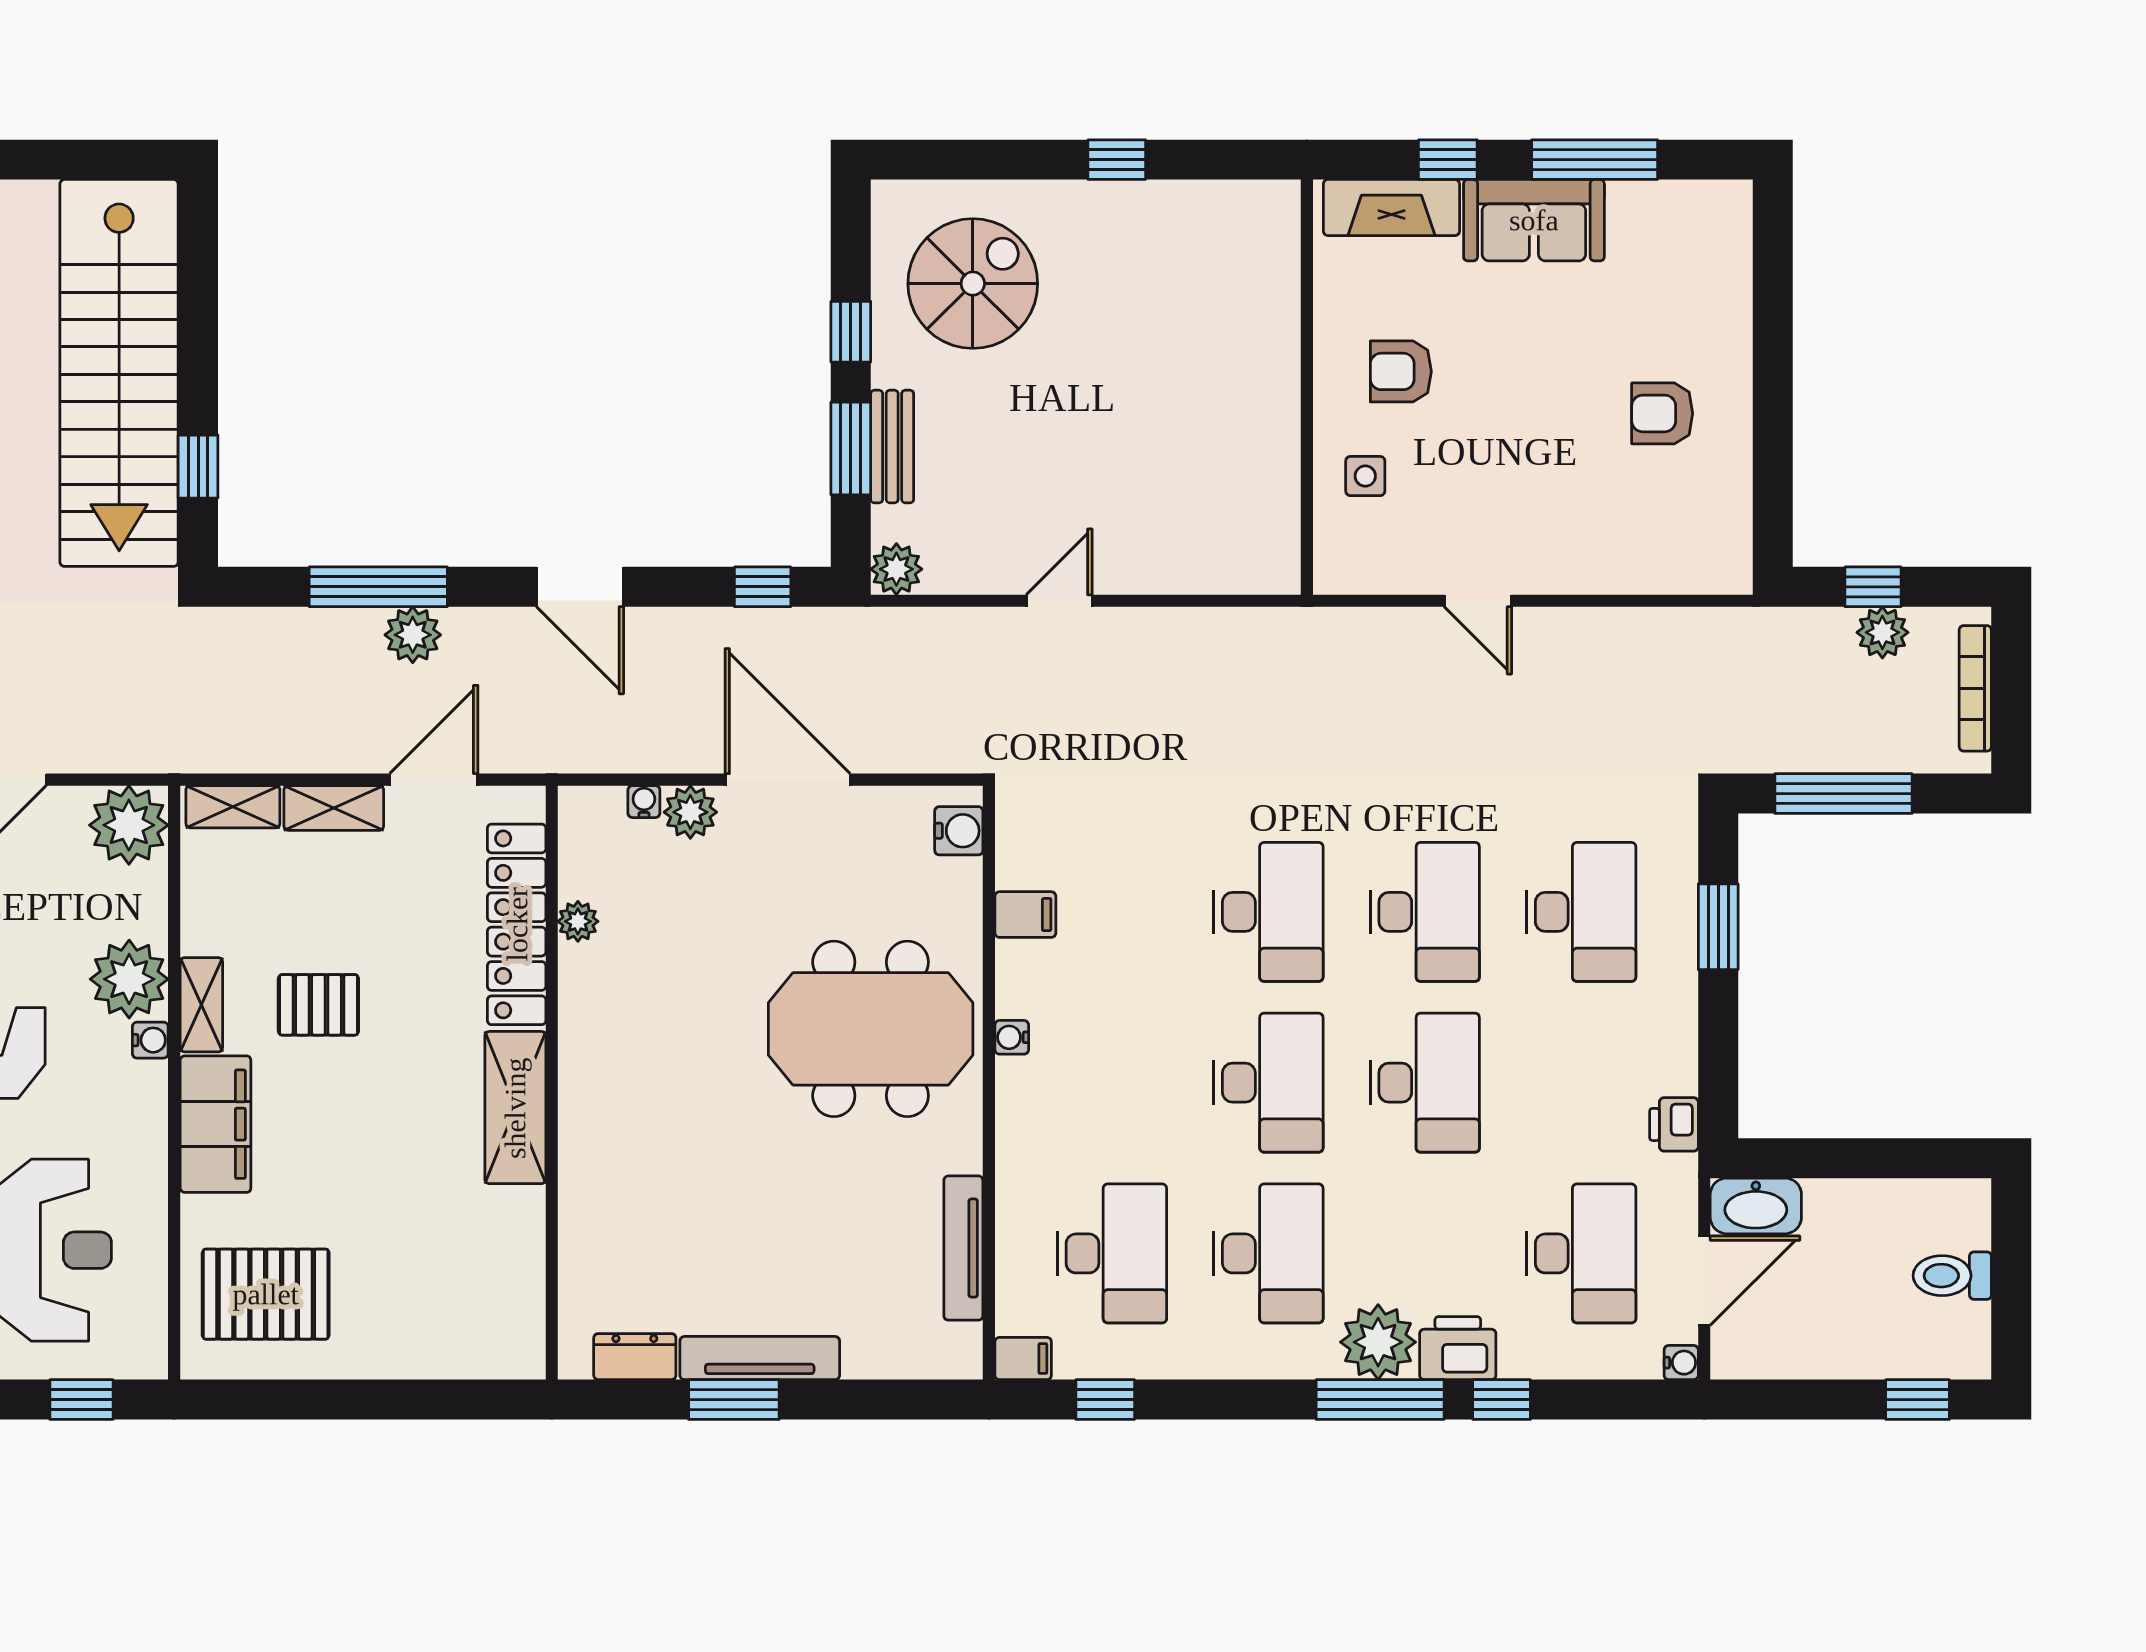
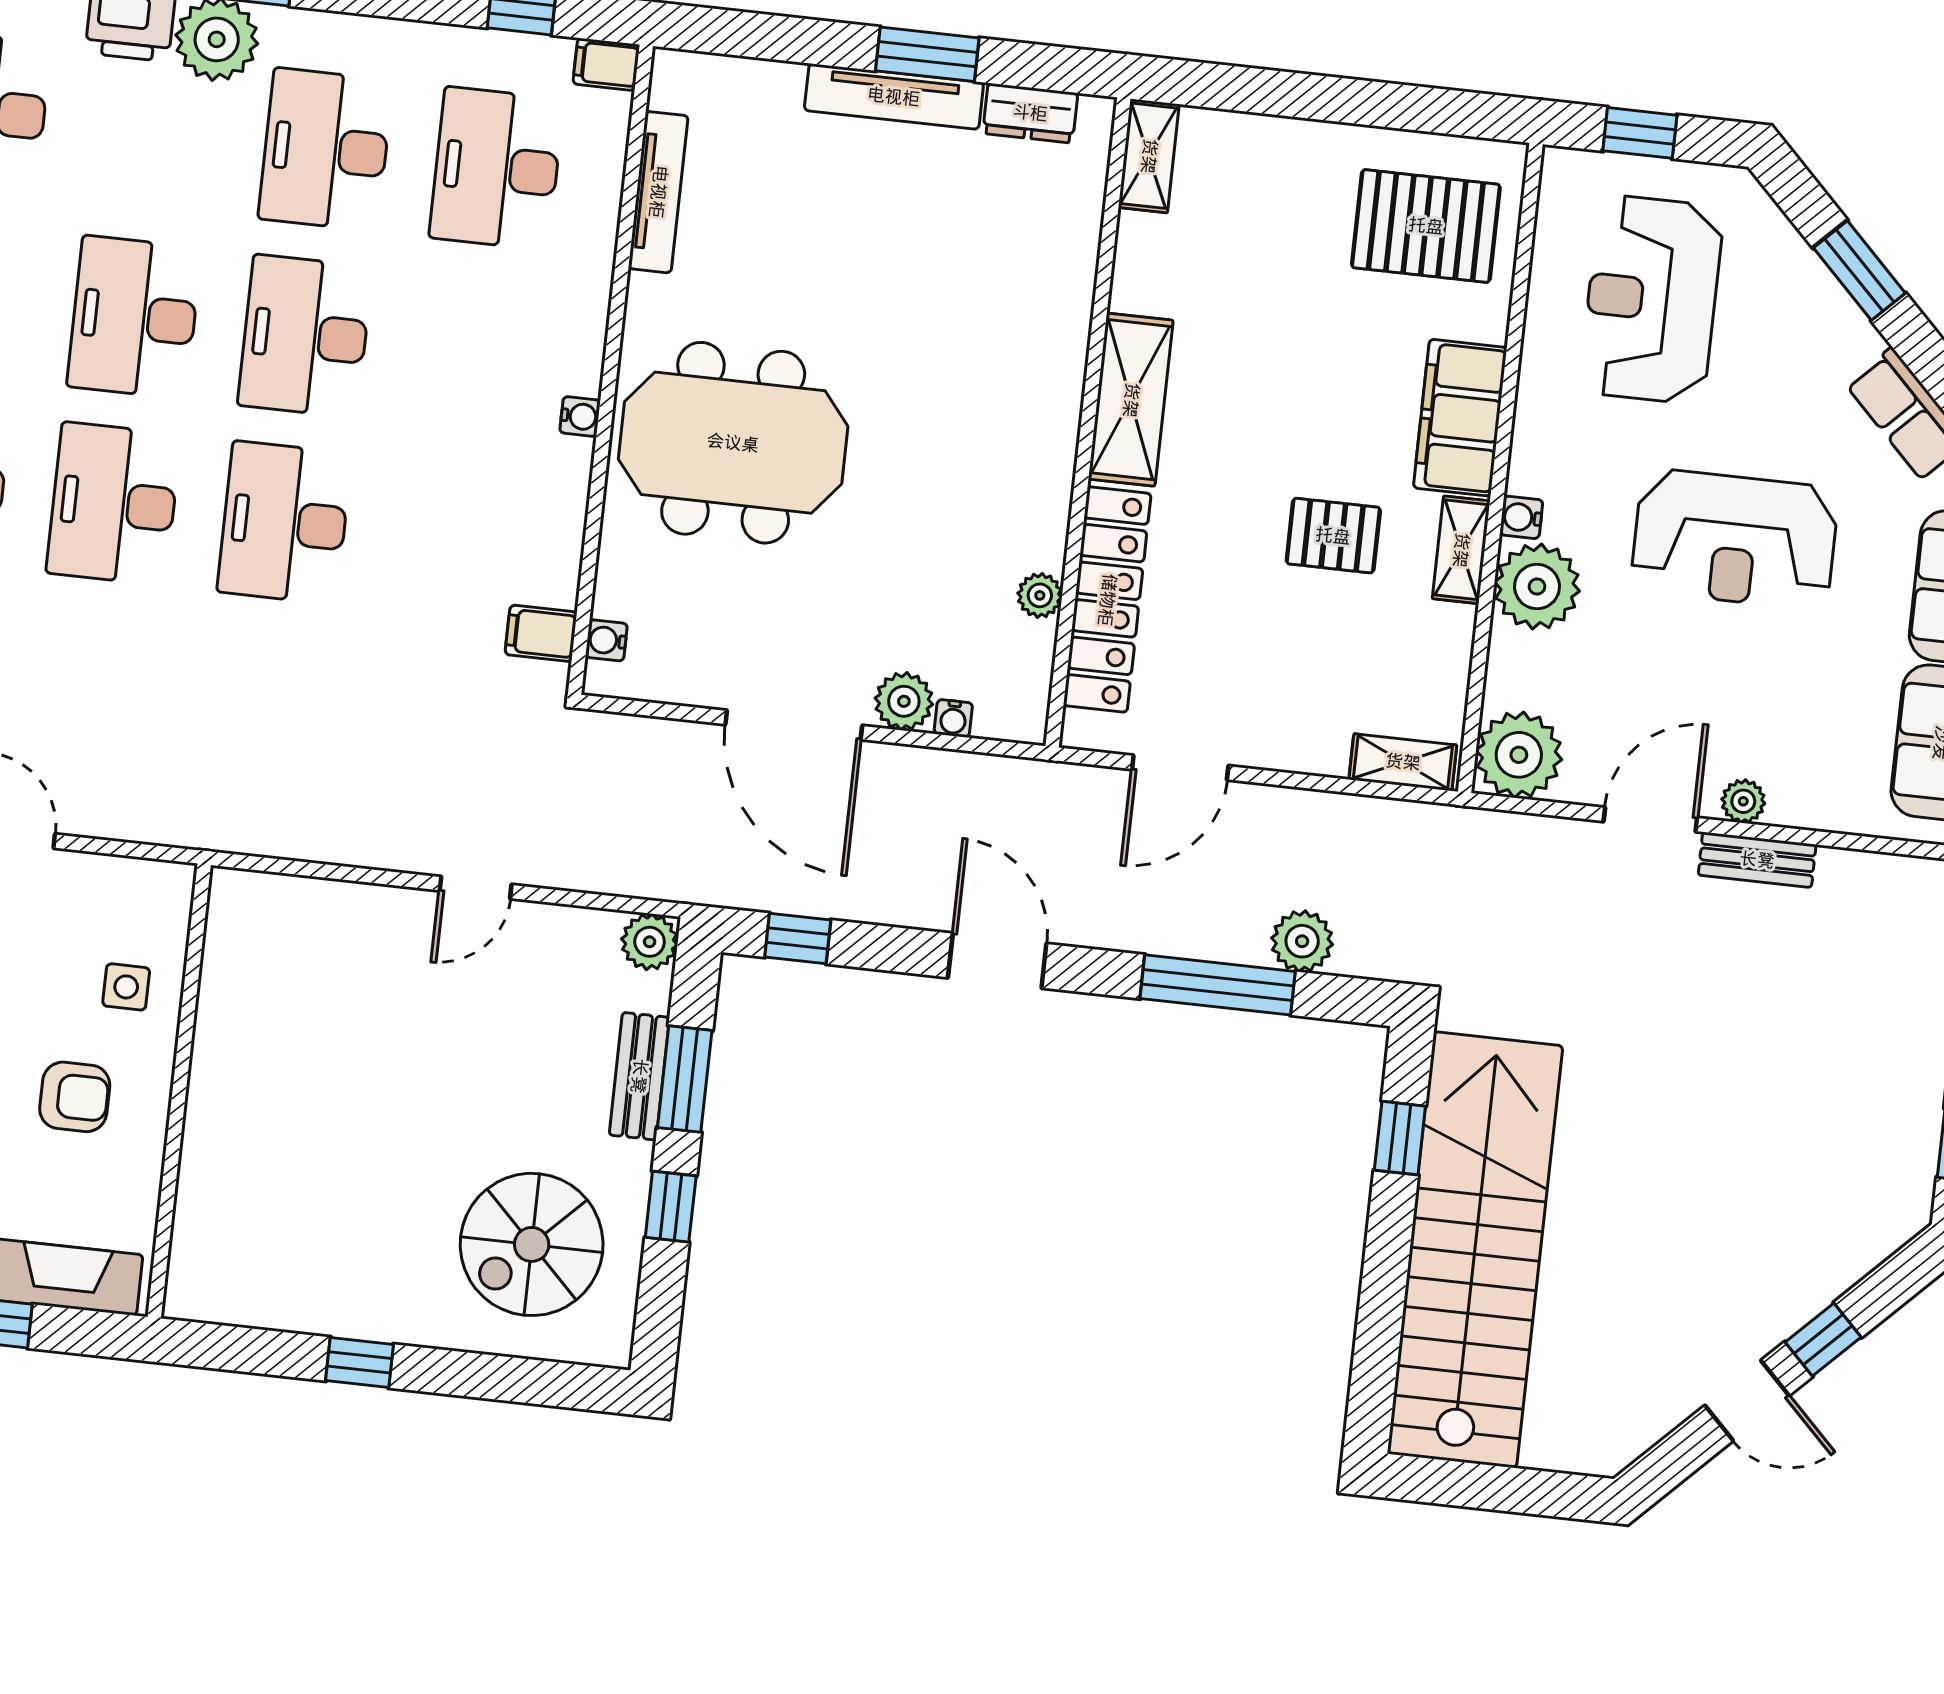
plant: (413, 635) -> (1302, 941), moved
shelving: (334, 808) -> (1149, 156), moved, turned 90
water cooler: (959, 831) -> (606, 640), width x0.72, depth x0.72
filing cabinet: (1025, 915) -> (541, 633), moved

